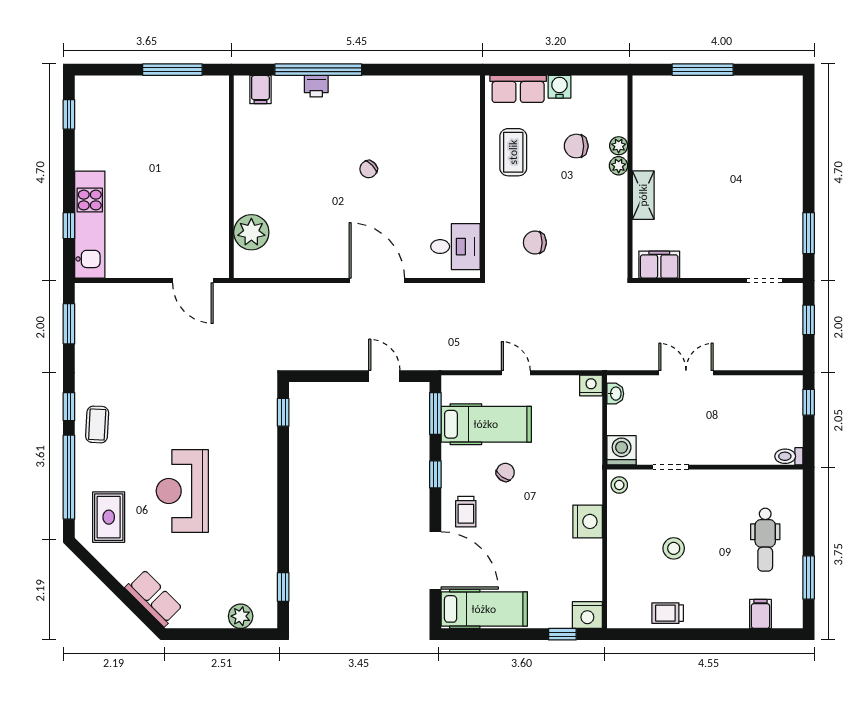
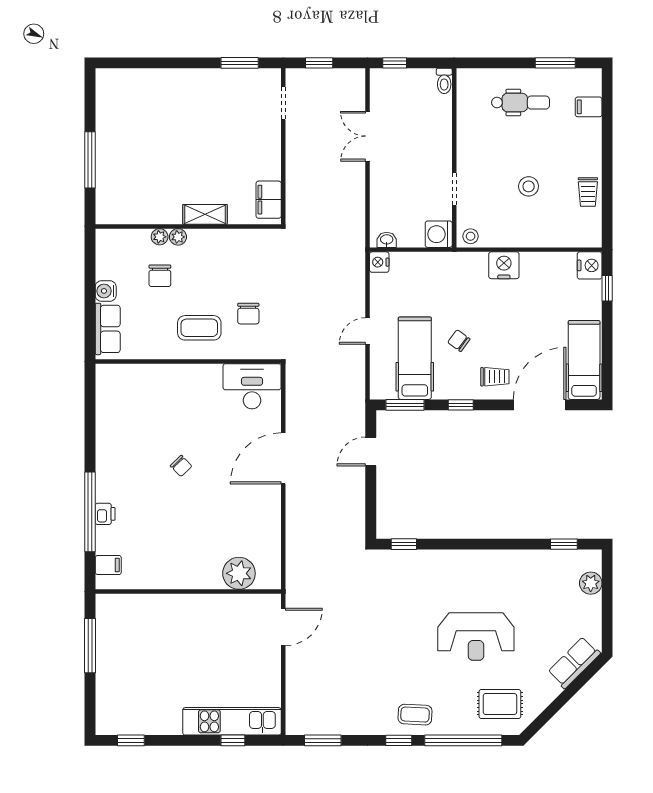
coffee table: (513, 152) -> (199, 328), moved
desk: (455, 247) -> (252, 386), width x1.37
double door: (686, 373) -> (368, 136), moved

